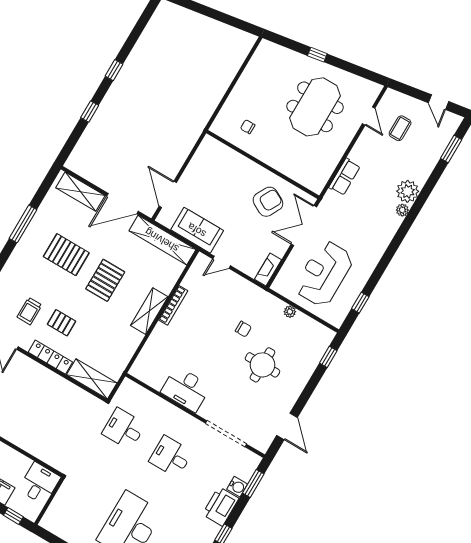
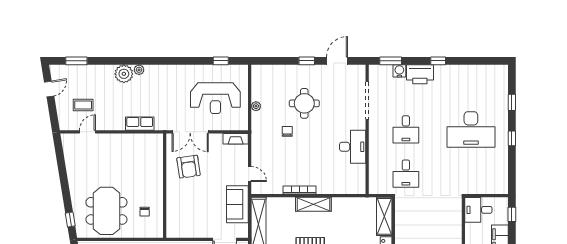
window: (317, 55) -> (70, 220), moved
meeting table: (315, 107) -> (106, 211), moved, turned 90
armchair: (268, 202) -> (189, 167), turned -126
window: (328, 357) -> (307, 61), moved

